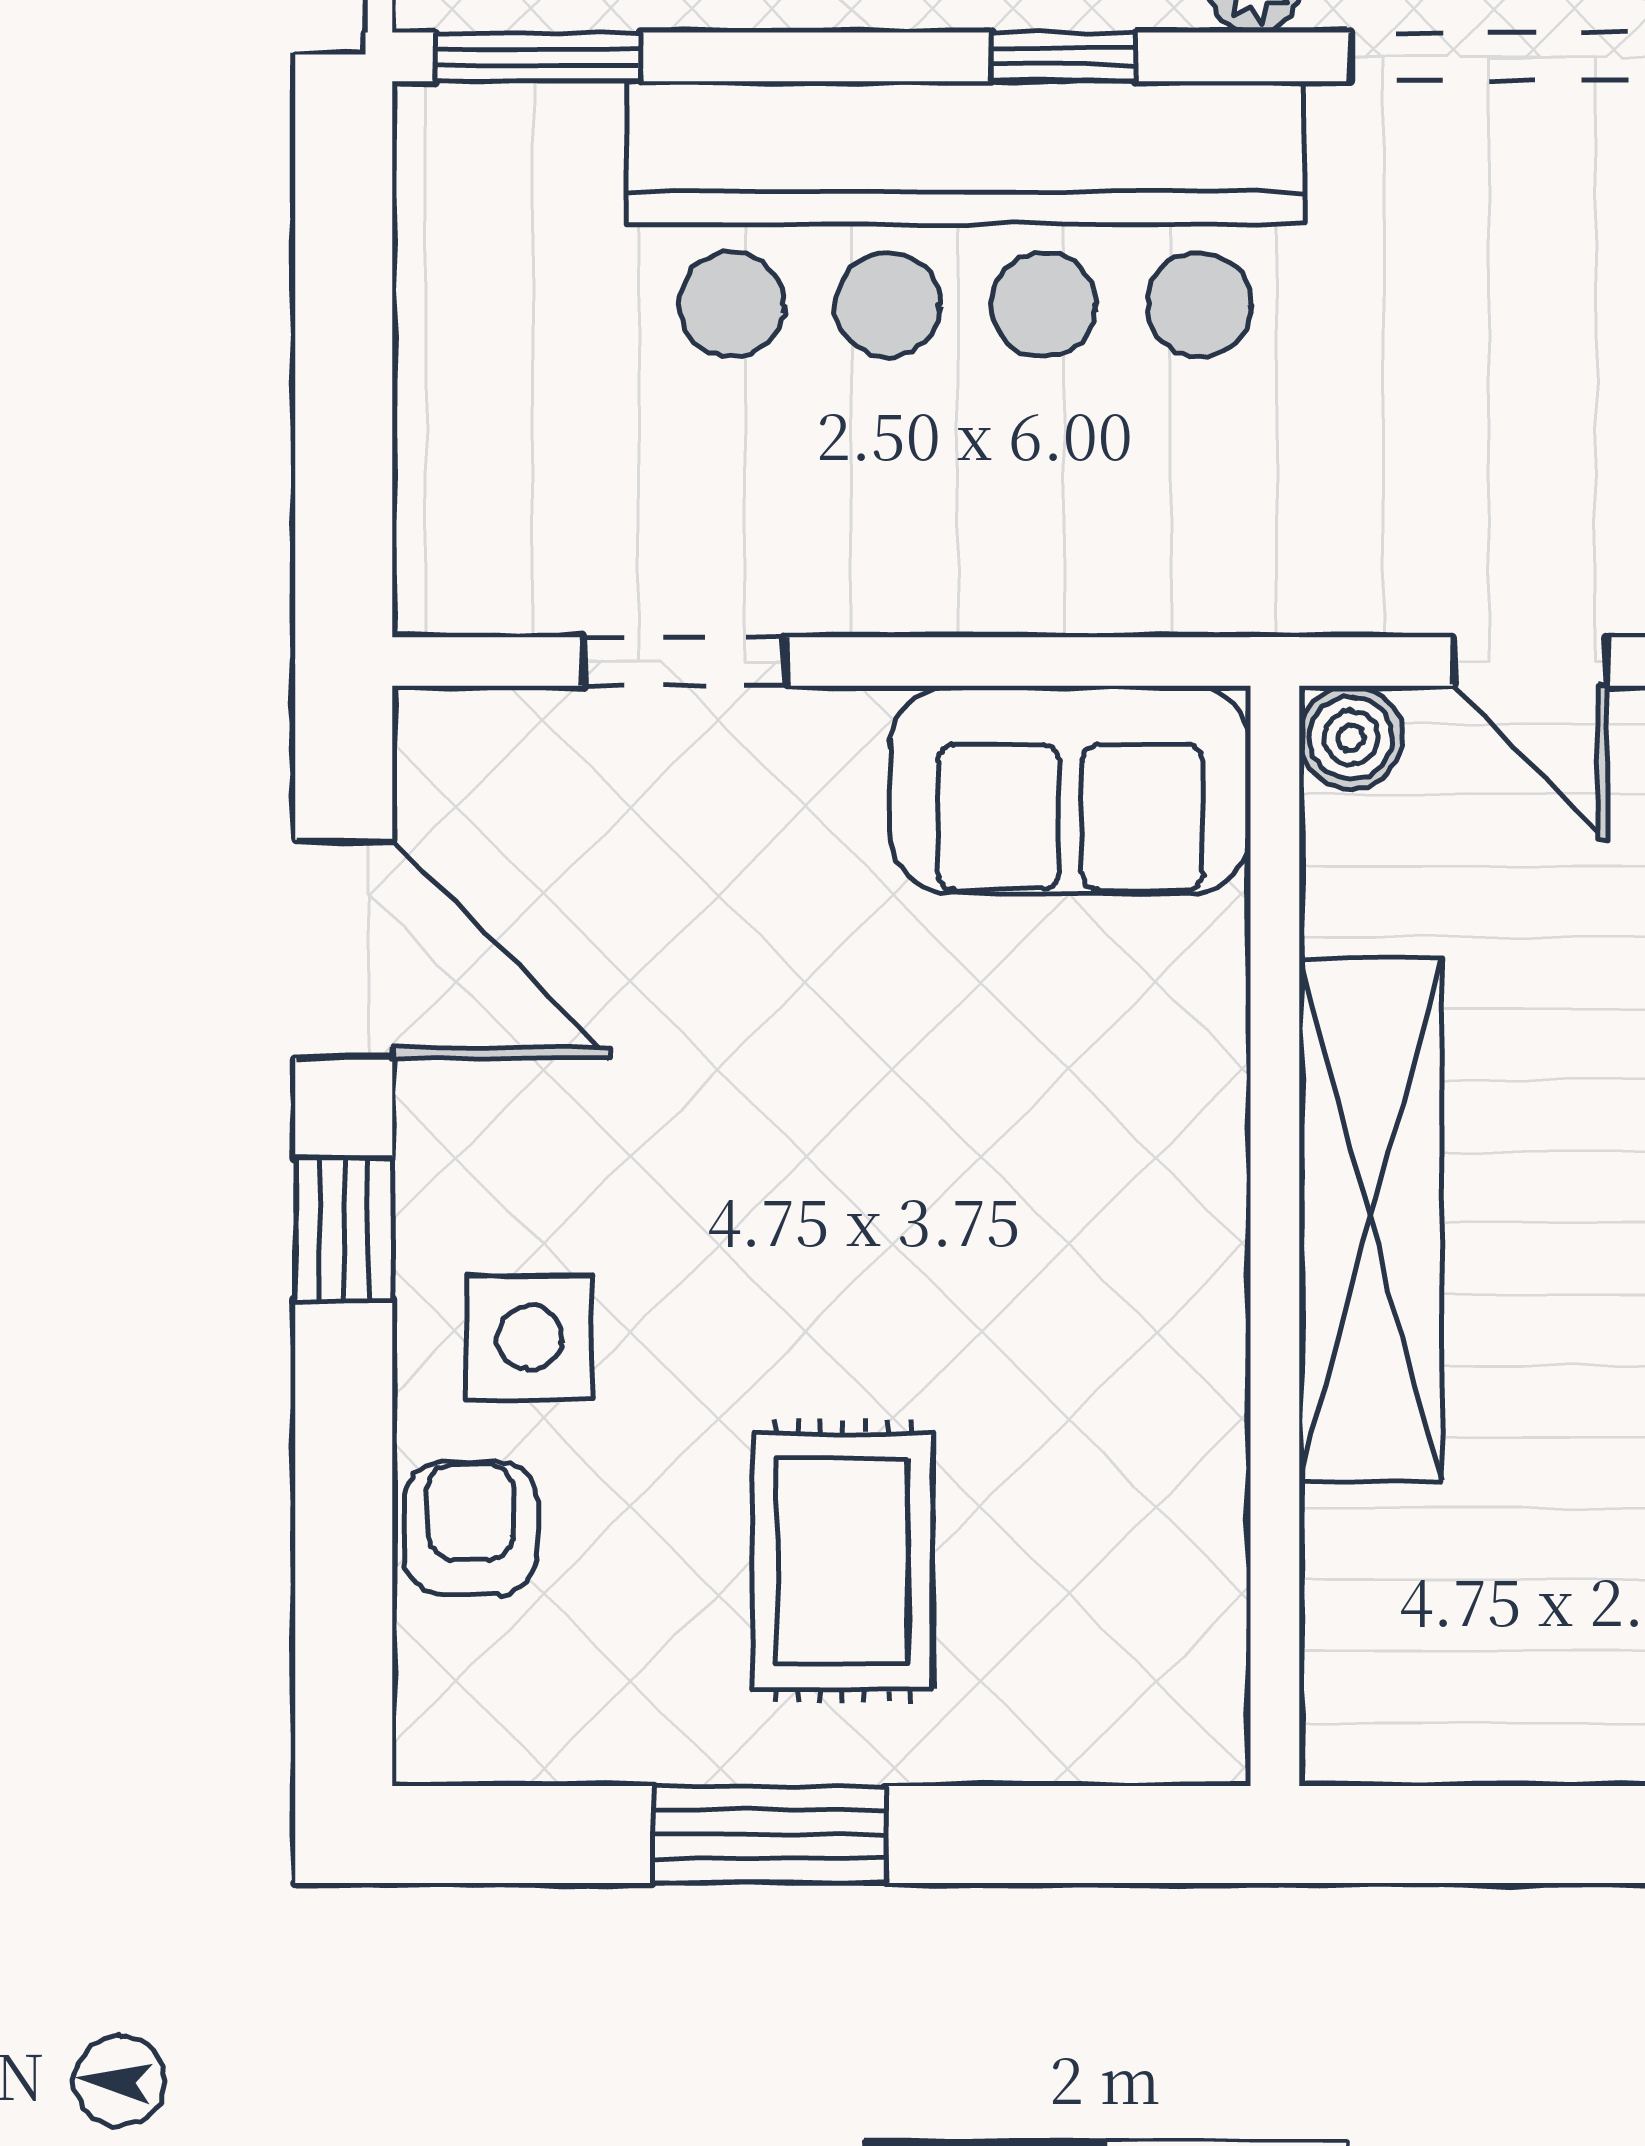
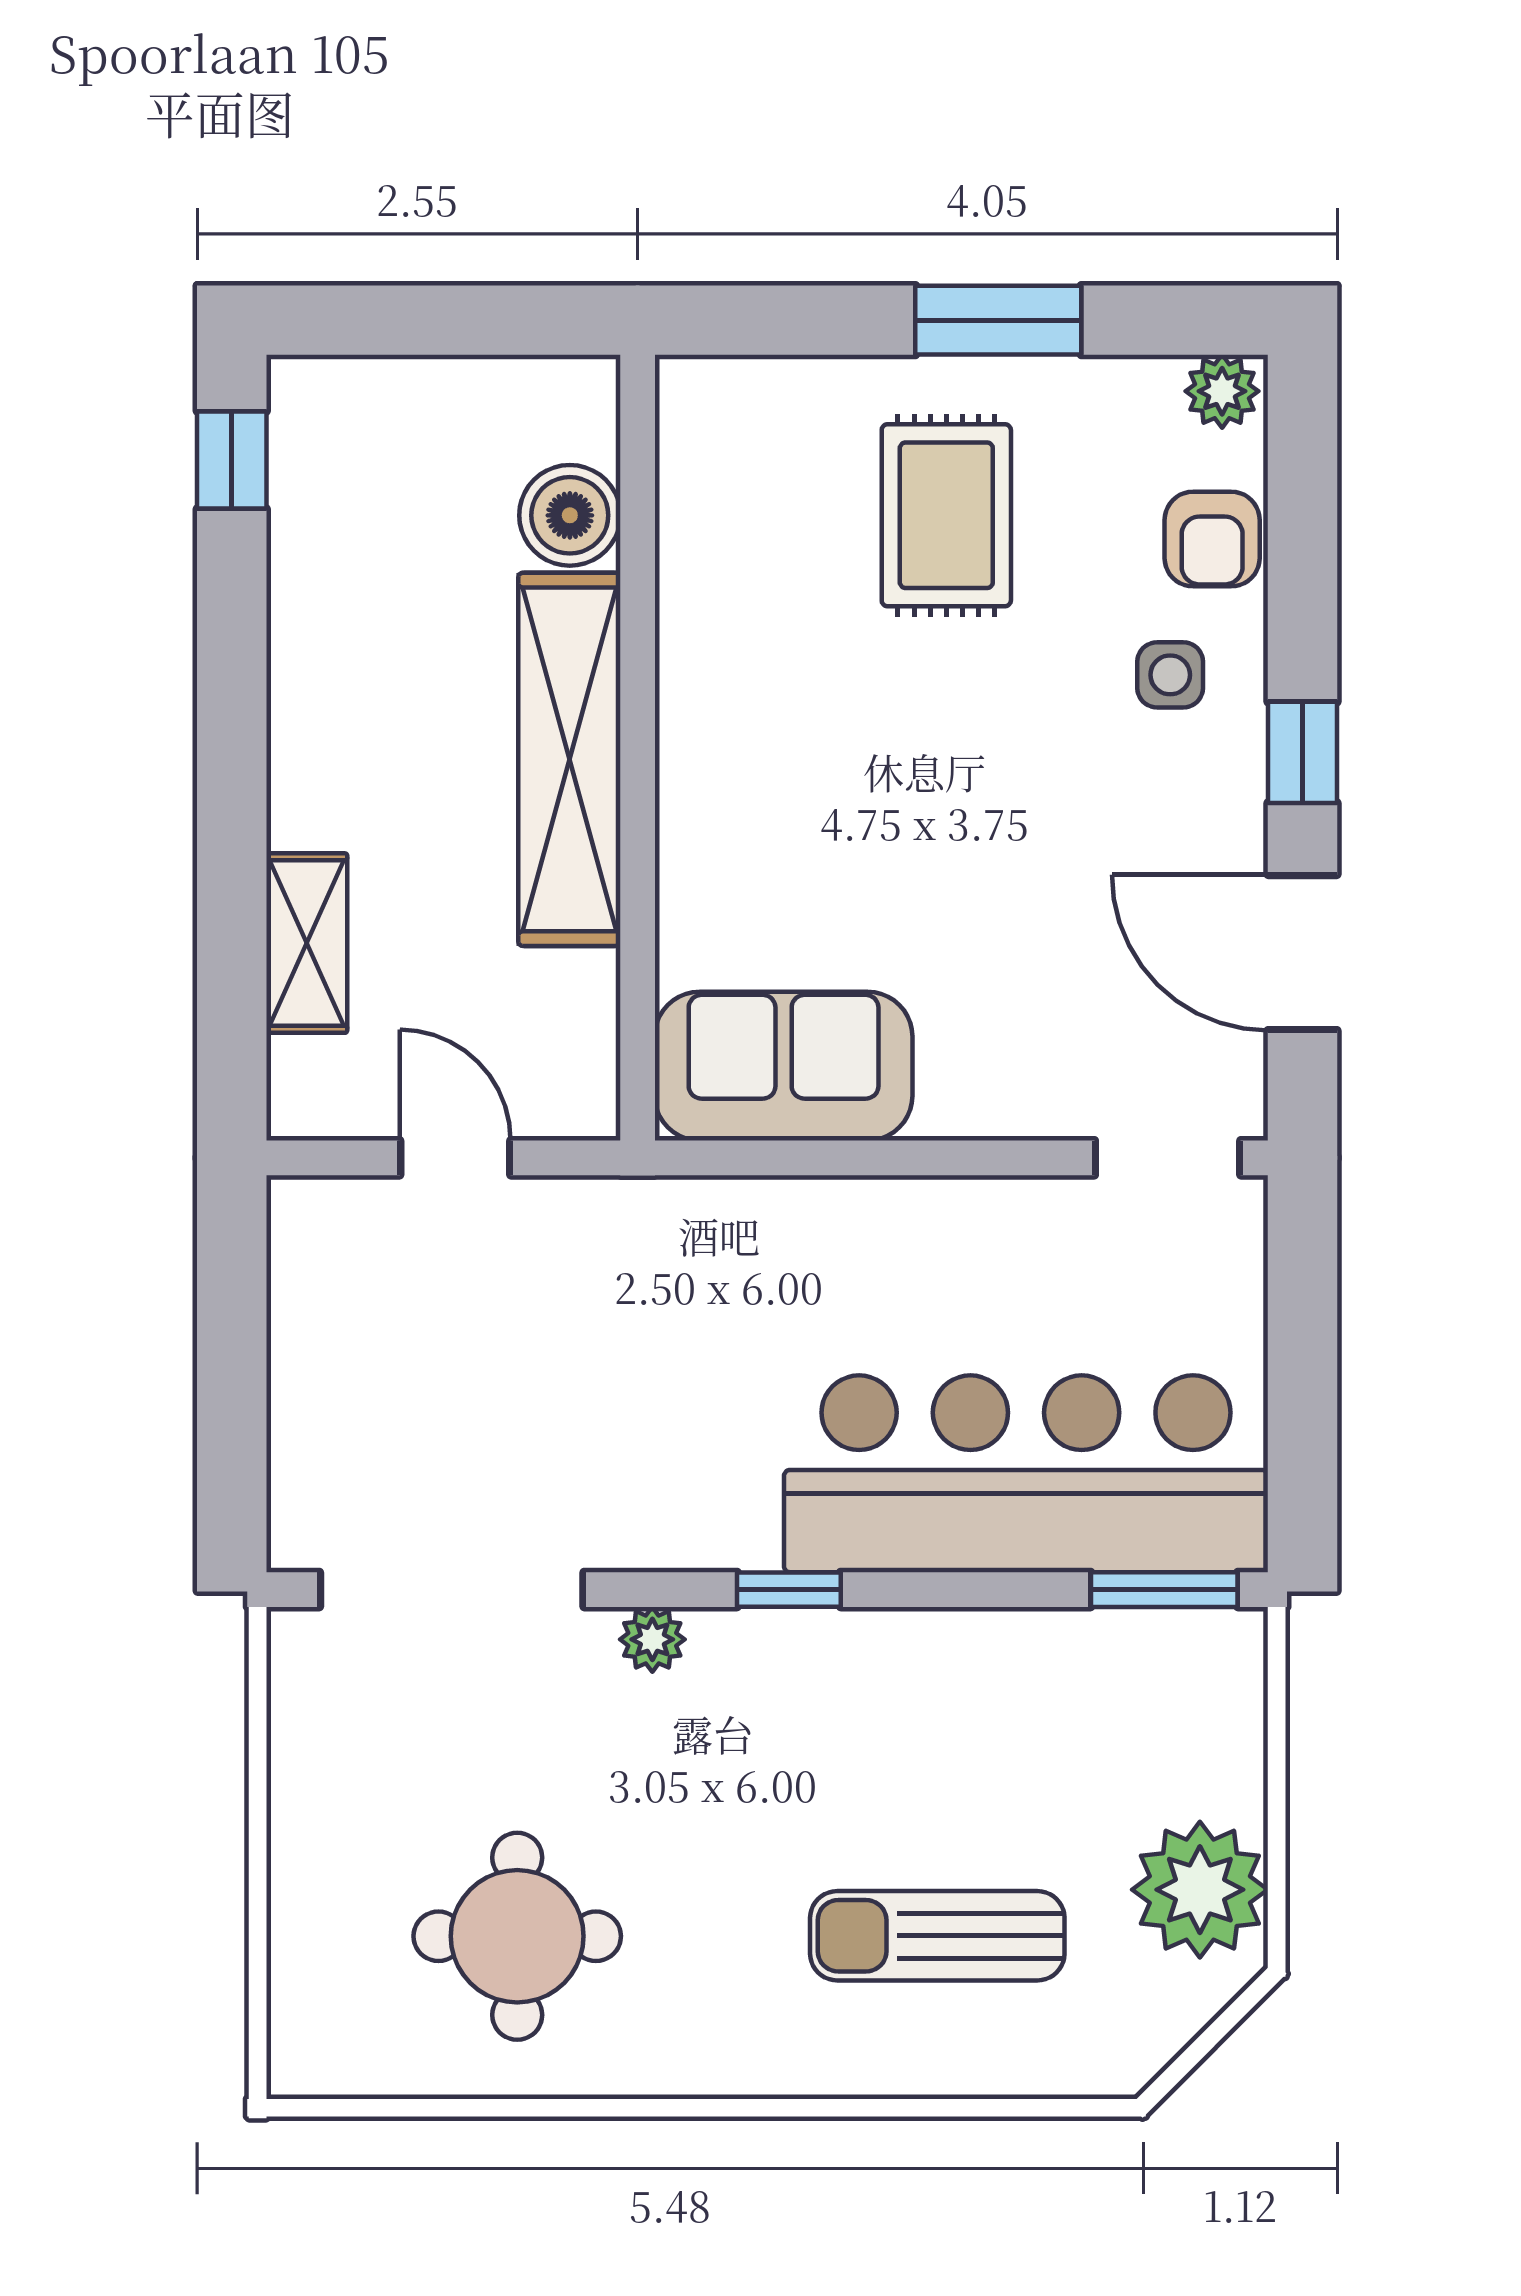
bar counter: (965, 219) -> (1026, 1474), moved
doorway: (684, 662) -> (1168, 1158), moved
boiler: (1351, 738) -> (570, 515), moved, width x1.36, depth x1.36
side table: (529, 1338) -> (1170, 675), width x0.73, depth x0.73
plant: (457, 1735) -> (1222, 391), added

